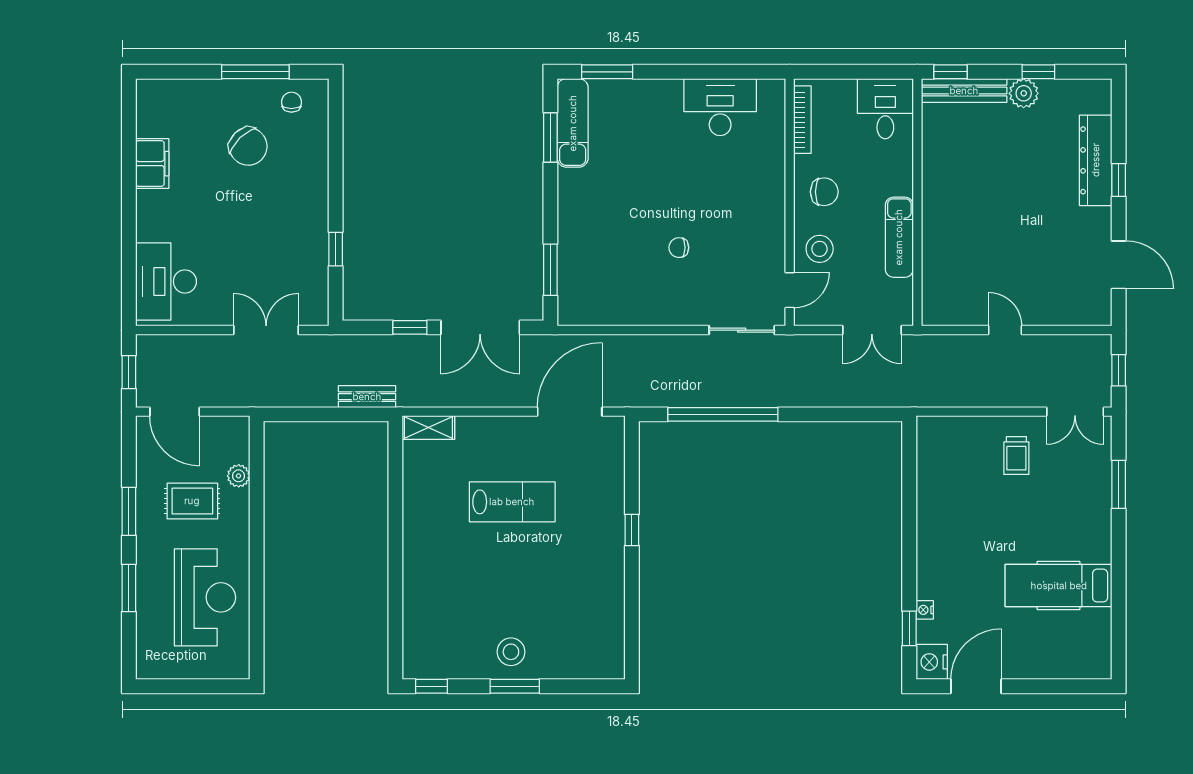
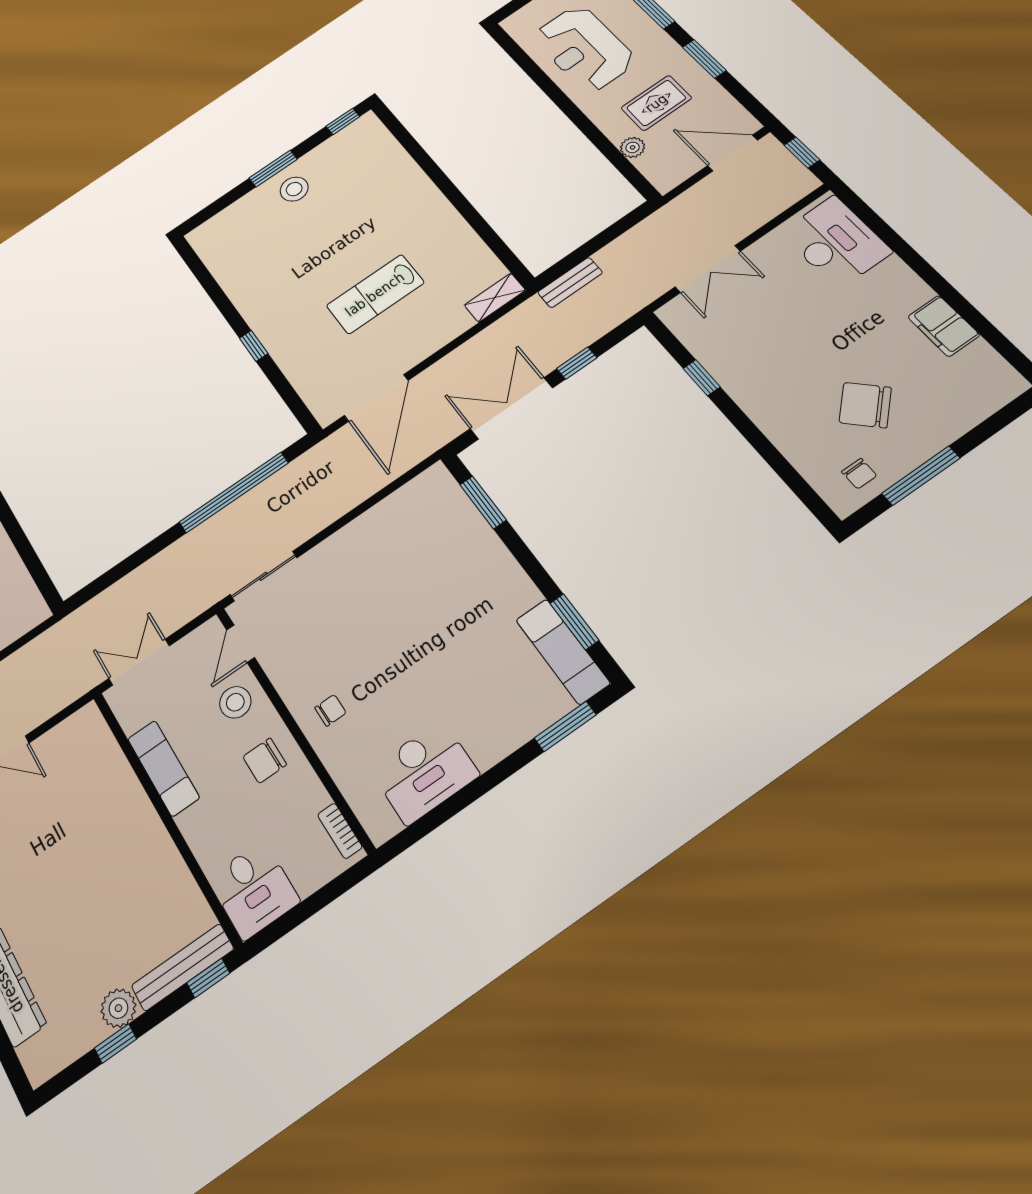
bookcase: (802, 120) -> (340, 831), width x0.64
chair: (679, 248) -> (330, 710), moved

